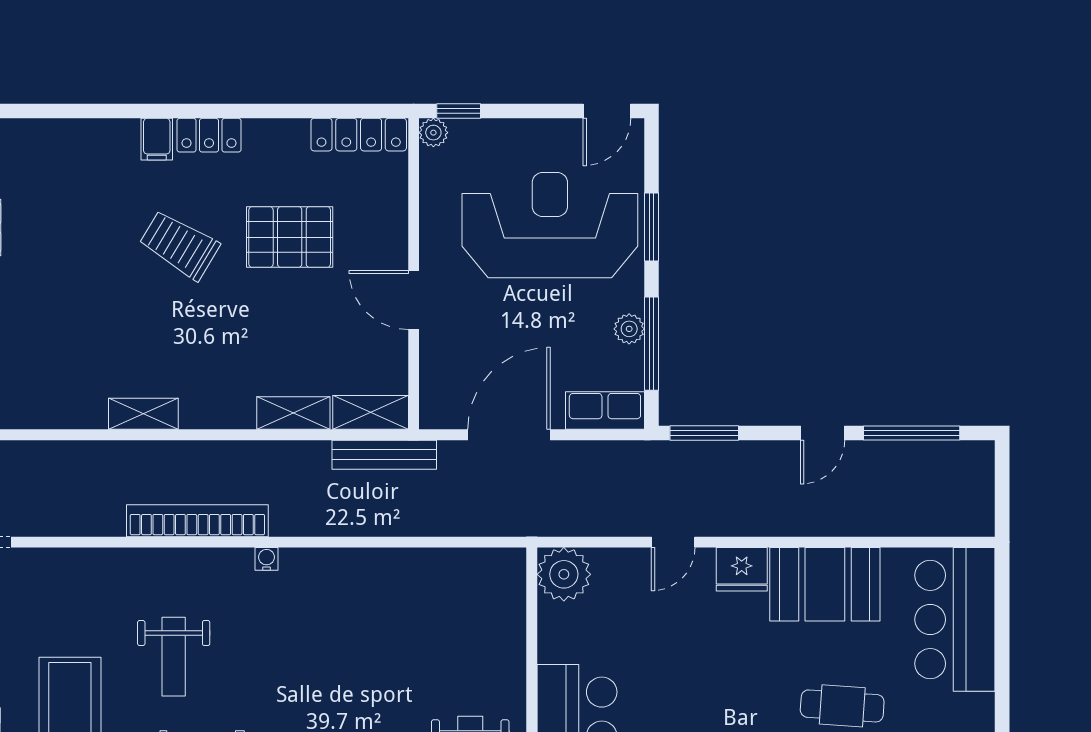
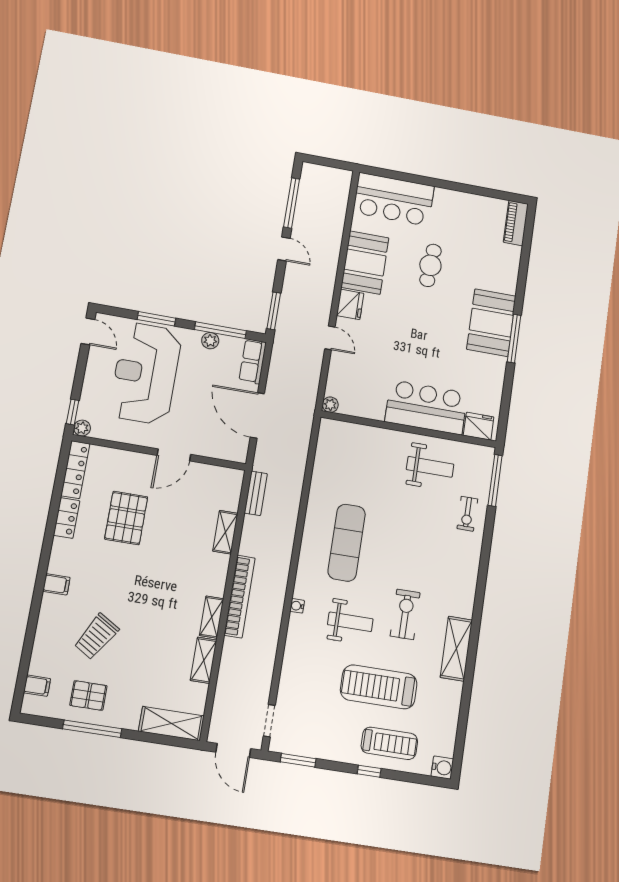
locker: (209, 135) -> (67, 518), moved
trolley: (179, 245) -> (96, 636), moved
shelving: (371, 412) -> (204, 660), moved
bench: (384, 455) -> (256, 493), width x0.73
bookcase: (197, 521) -> (240, 596), moved, turned 180
water cooler: (266, 559) -> (297, 606), moved
plant: (564, 574) -> (330, 405), width x0.53, depth x0.53
exercise mat: (310, 629) -> (347, 543), added

